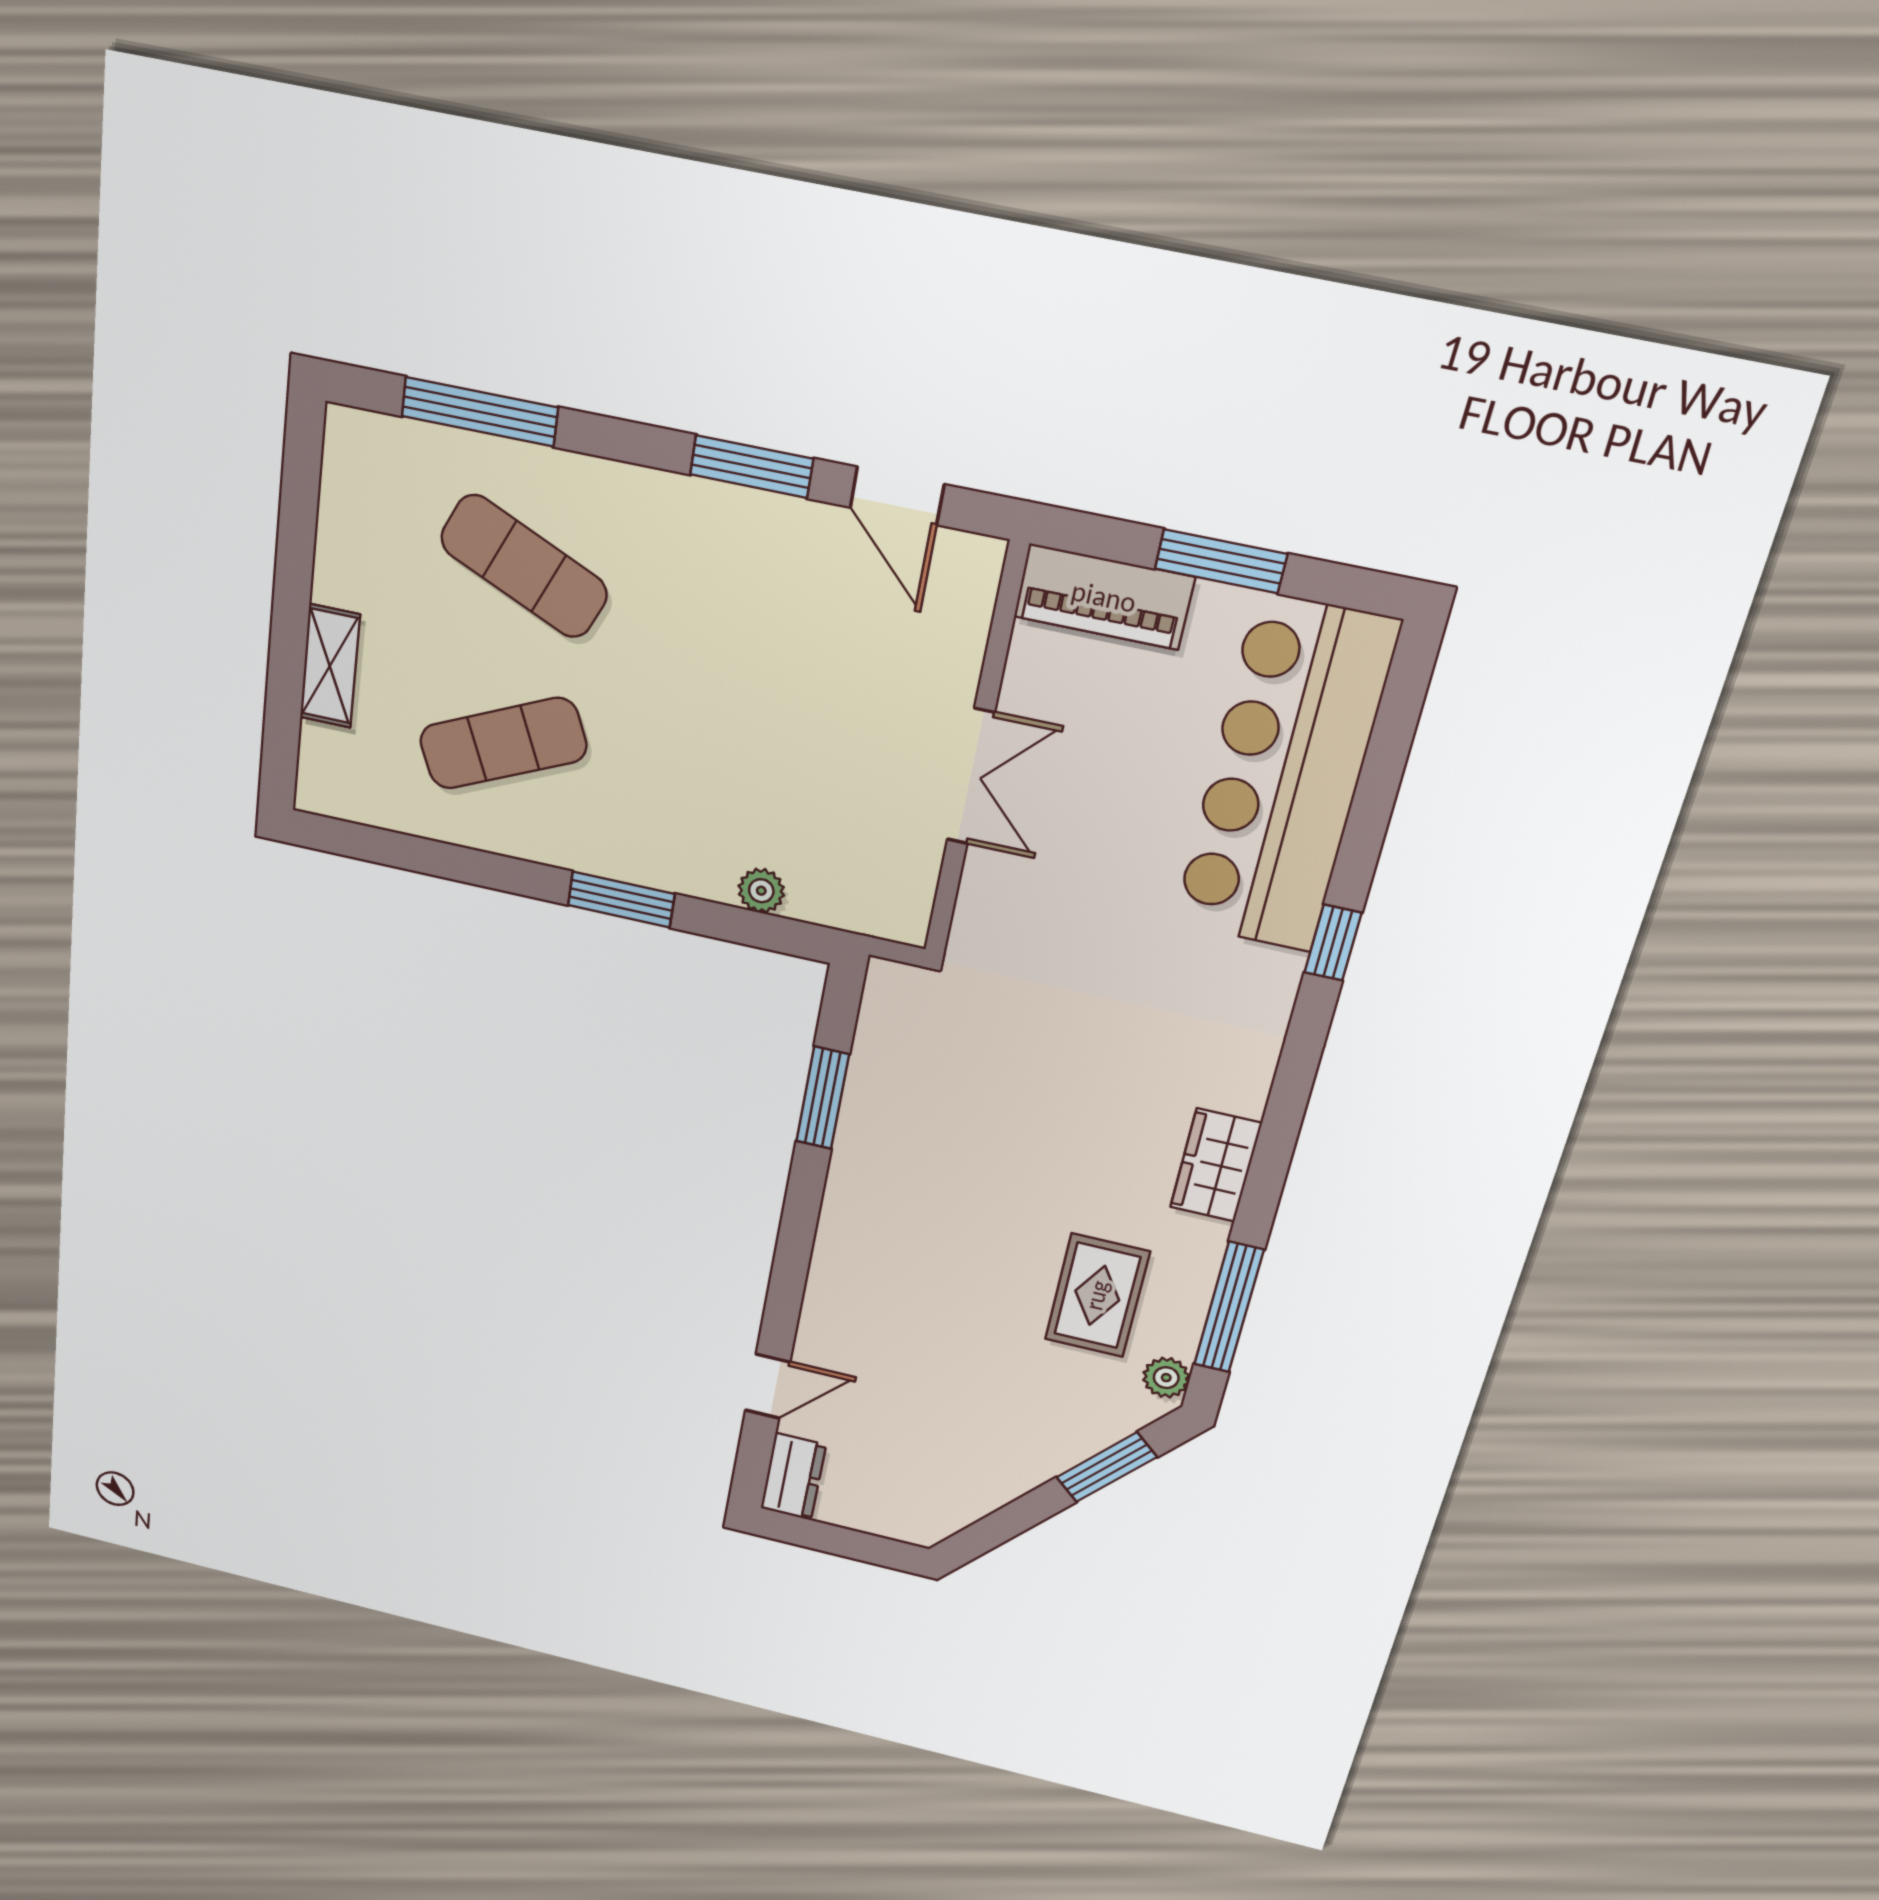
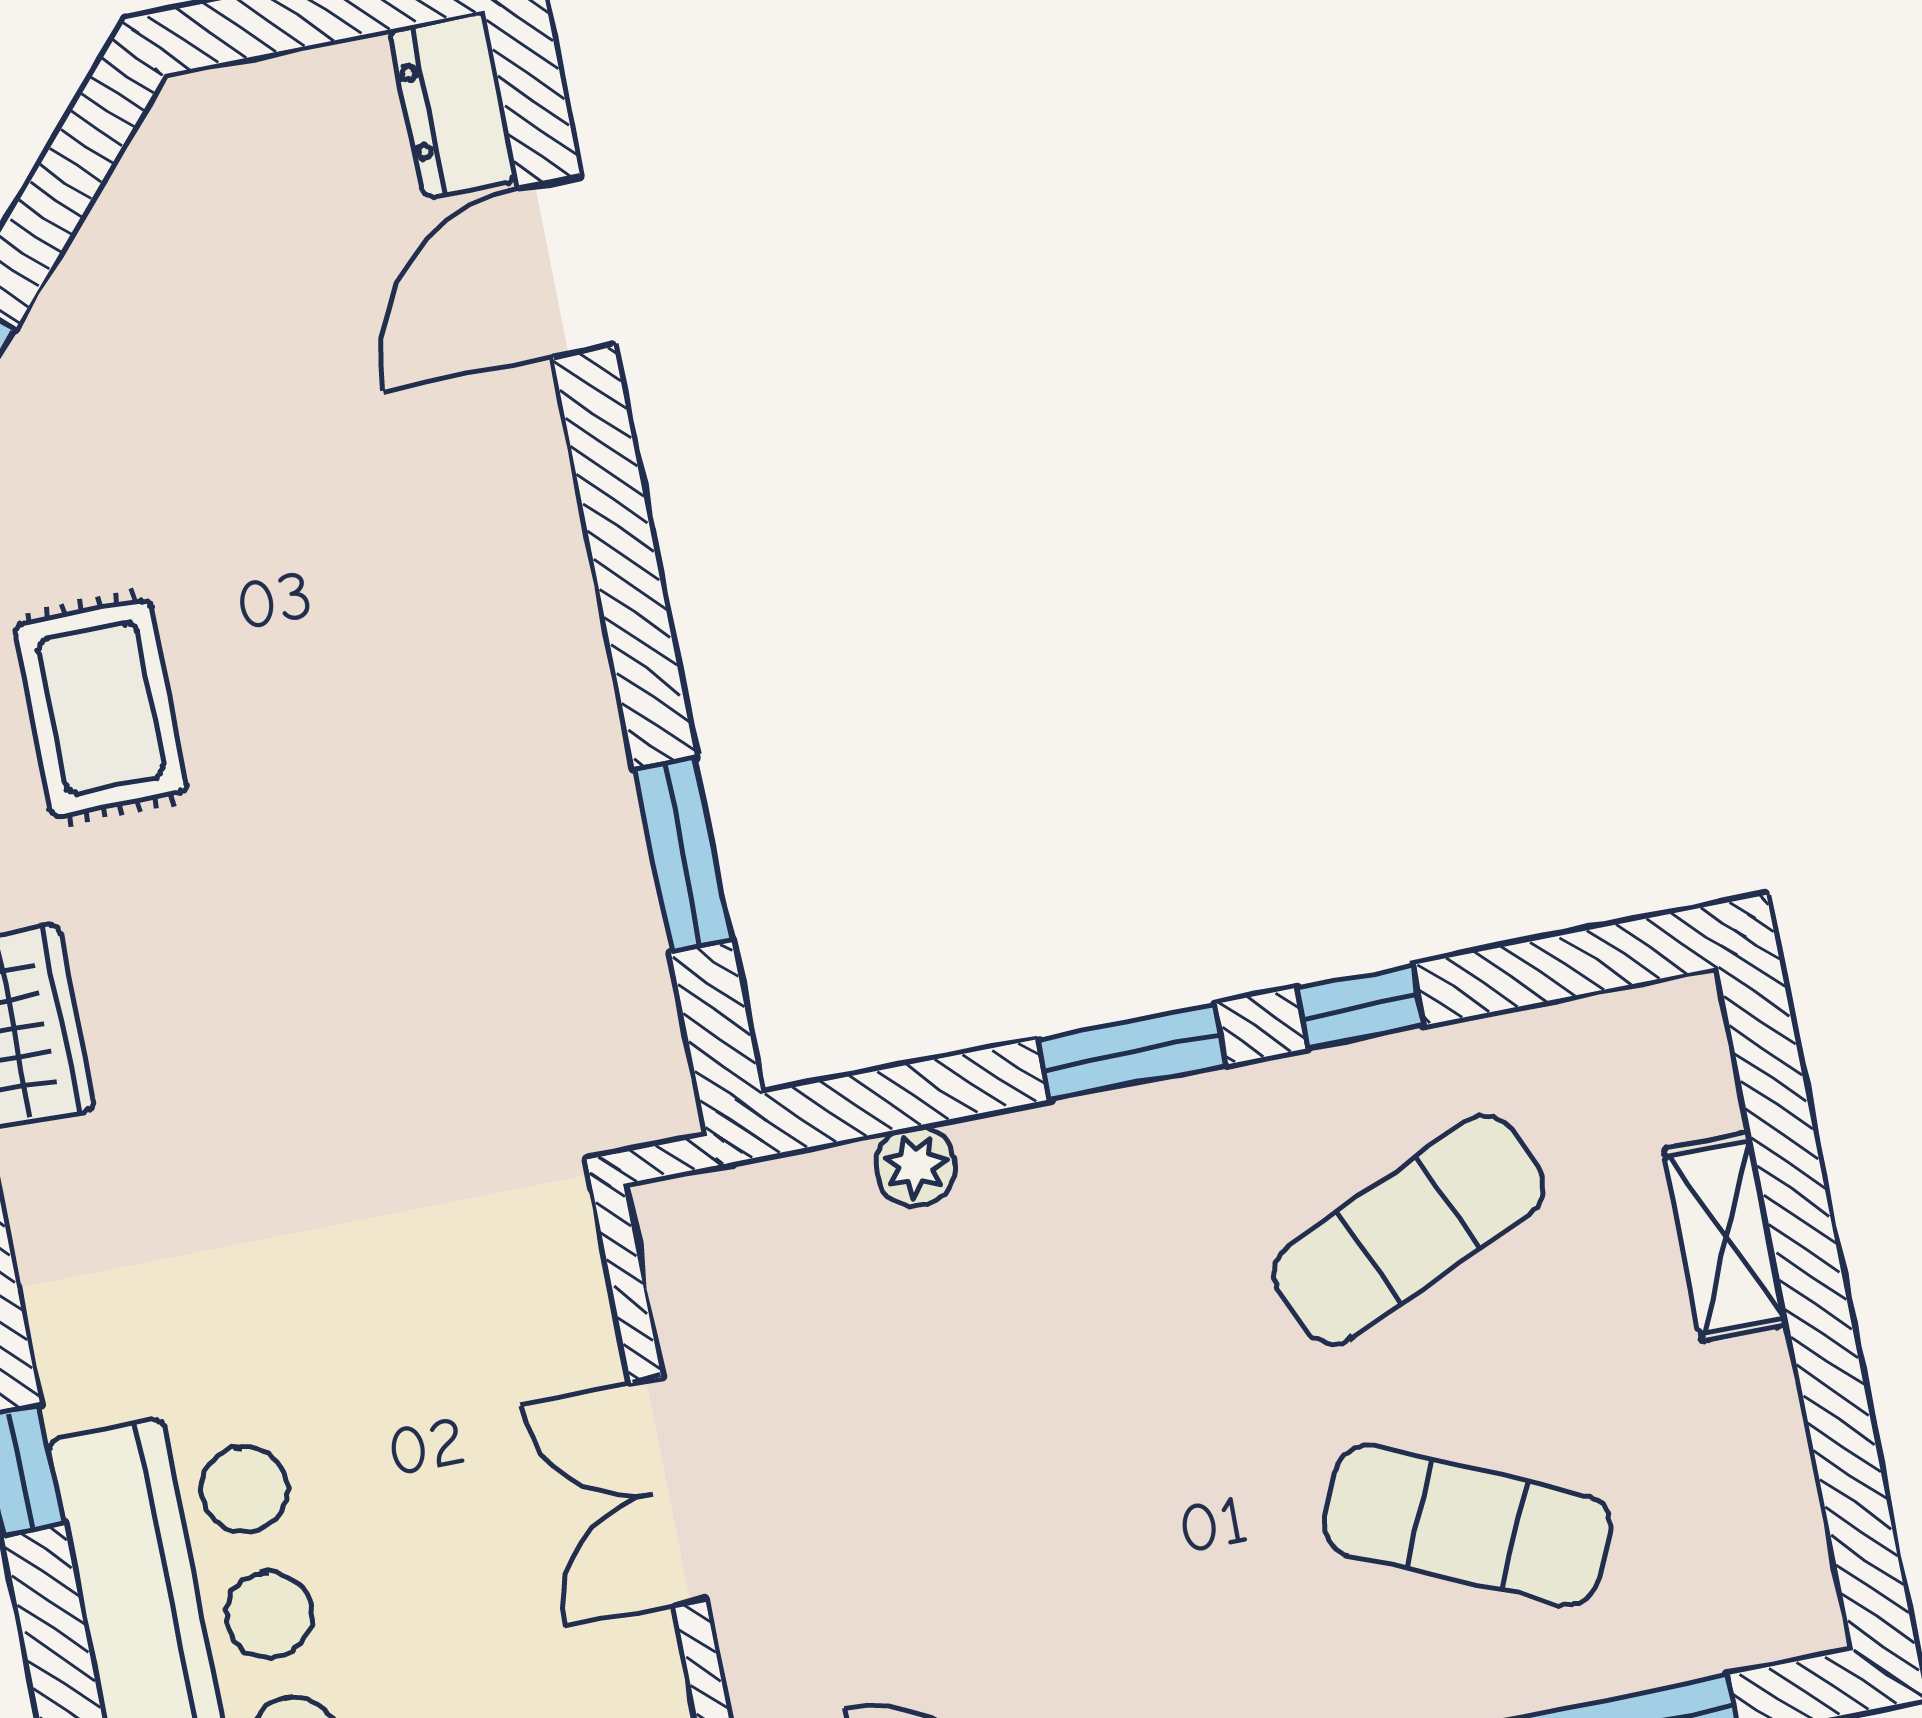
window: (490, 871) -> (1360, 1007), added
door: (768, 1386) -> (567, 266), width x1.38

